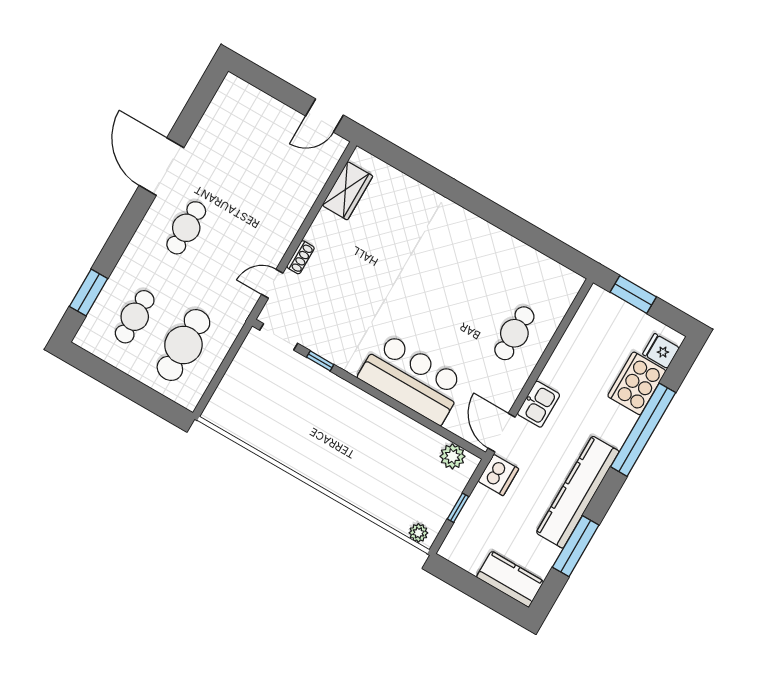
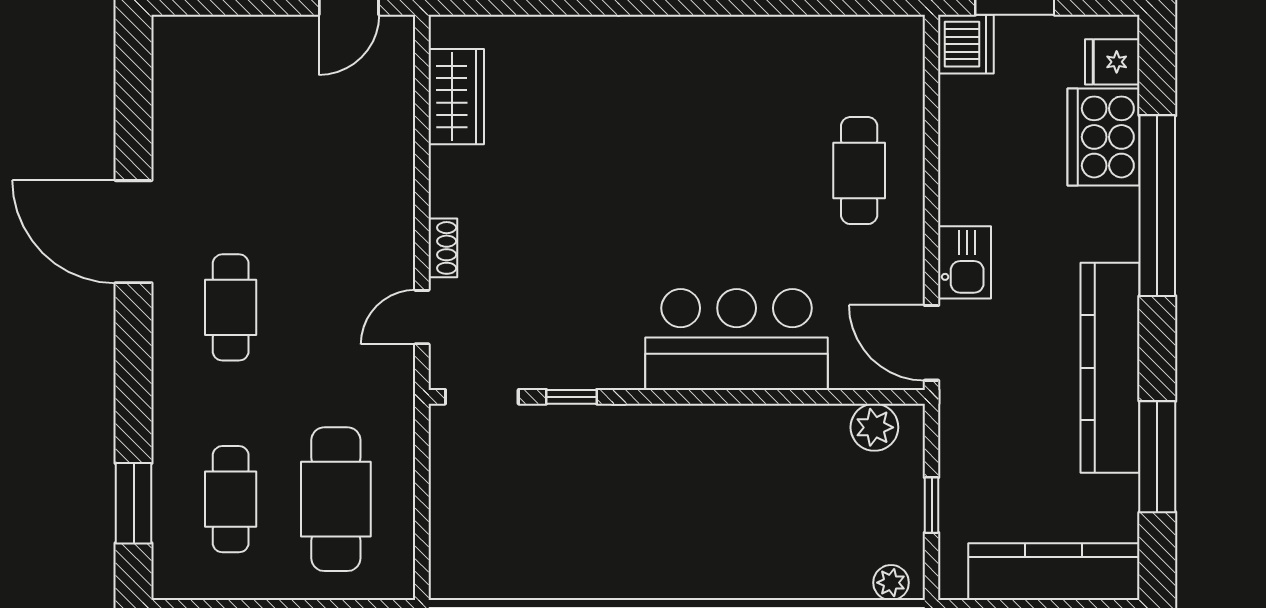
dishwasher: (498, 475) -> (966, 44), moved
kitchen counter: (510, 579) -> (1054, 572), width x1.50

